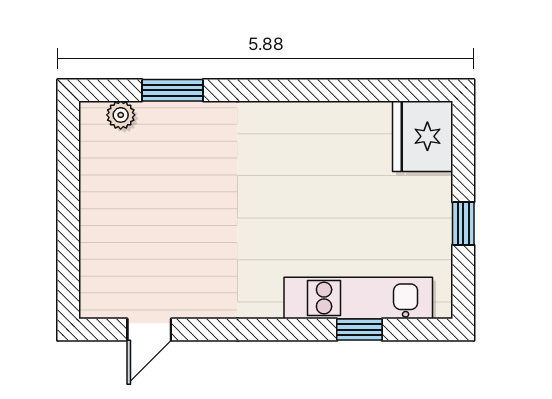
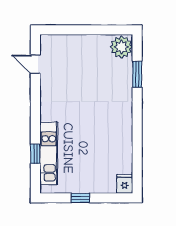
plant: (121, 115) -> (121, 47), width x1.88, depth x1.88
fridge: (423, 136) -> (125, 184), width x0.53, depth x0.75

